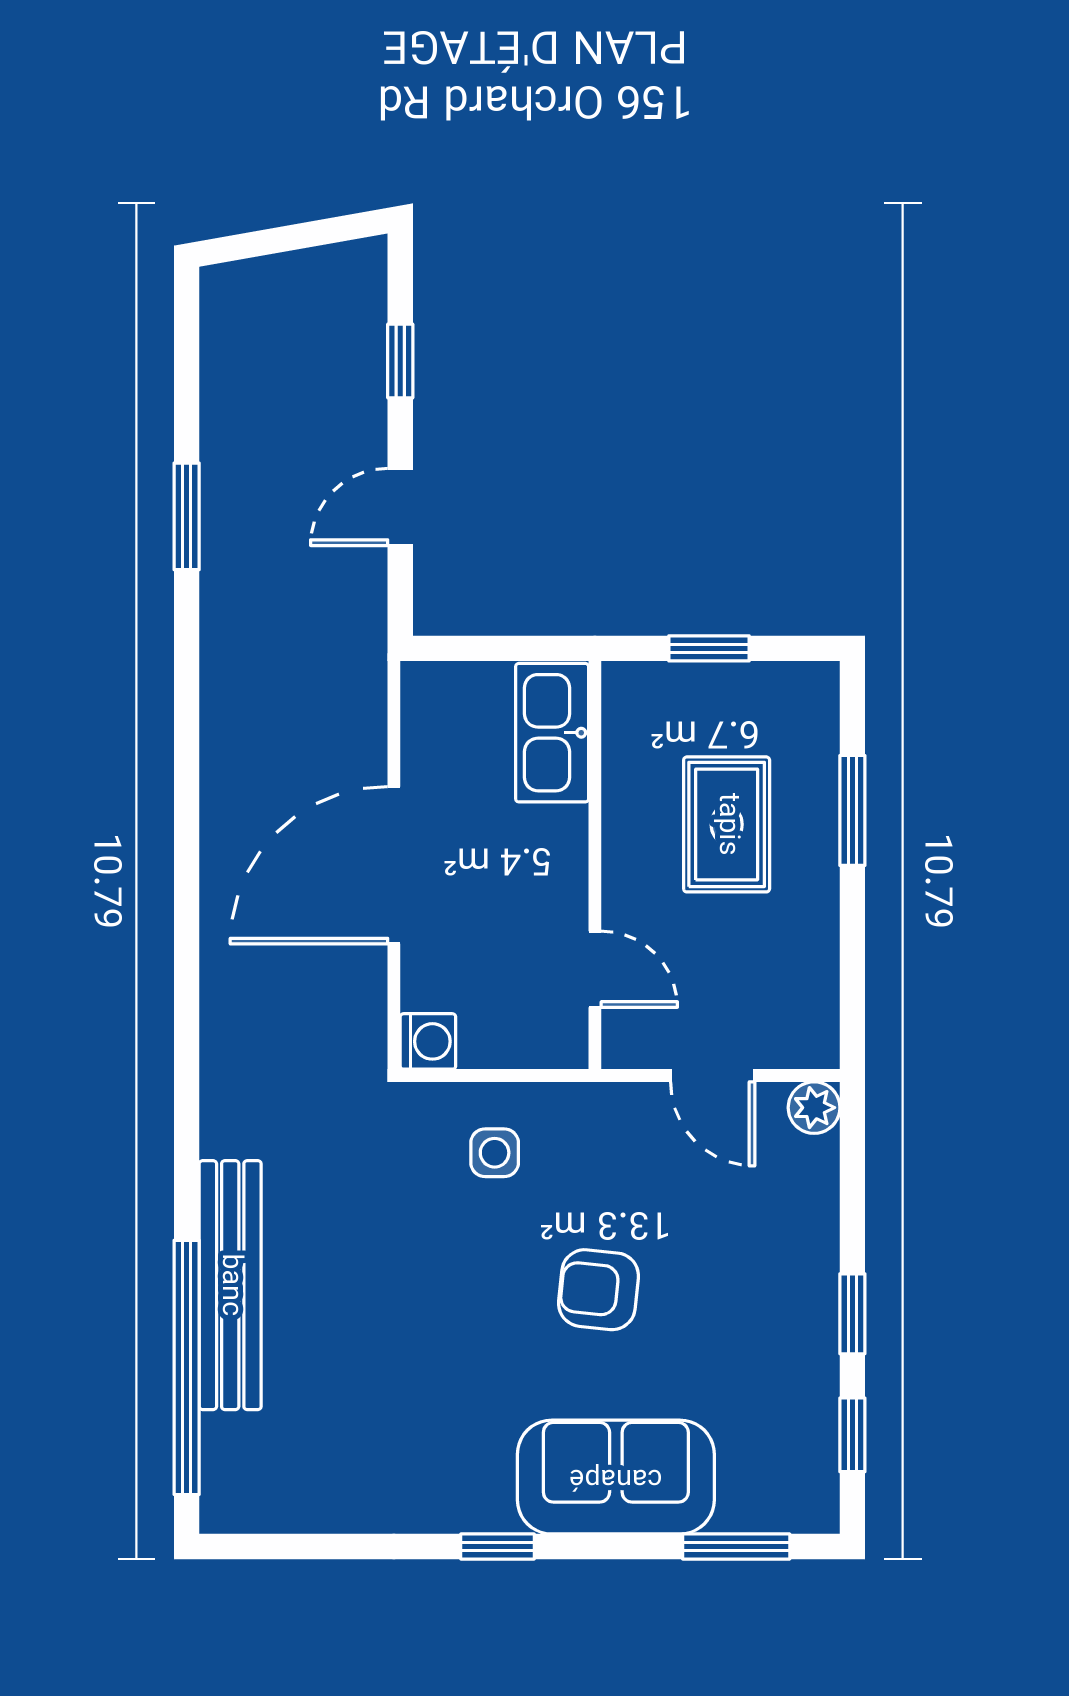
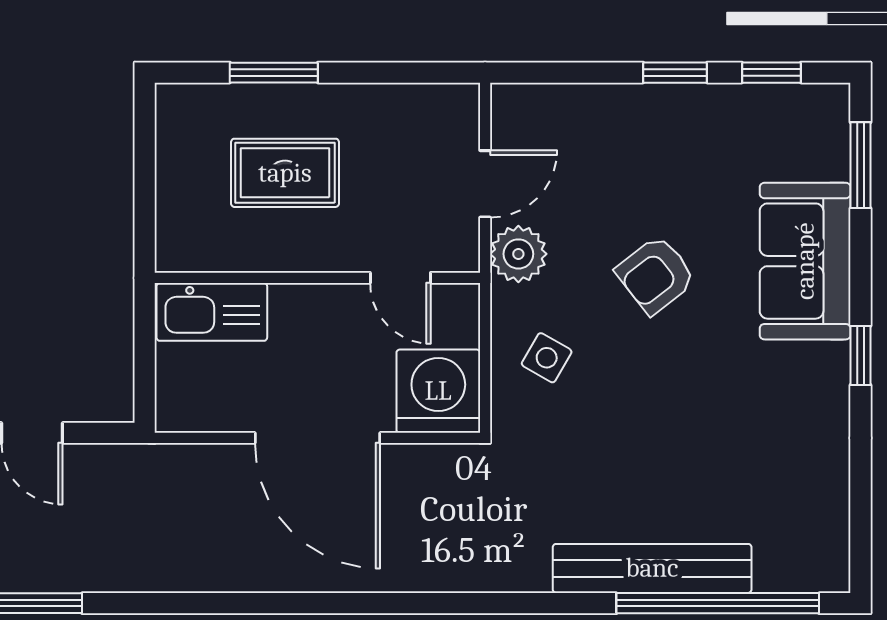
window: (709, 648) -> (145, 187), removed
door: (595, 969) -> (400, 278), swing flipped
washing machine: (428, 1041) -> (438, 391), width x1.89, depth x1.89
plant: (814, 1108) -> (518, 254), moved, width x1.38, depth x1.38
side table: (495, 1153) -> (547, 358), turned 30
armchair: (599, 1290) -> (656, 275), turned 46

